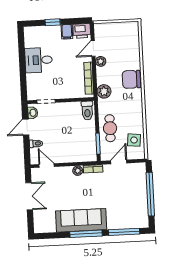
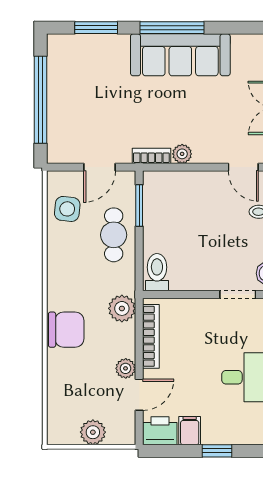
plant: (115, 28) -> (93, 432), added
window: (124, 232) -> (96, 28), width x0.69

